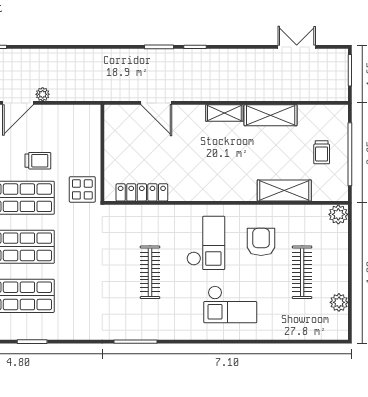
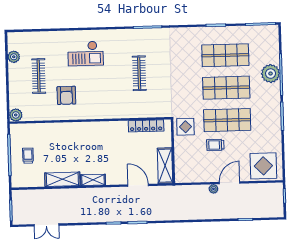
shelving: (284, 190) -> (165, 166), moved, turned 90
checkout: (206, 243) -> (103, 94), removed
checkout: (230, 304) -> (86, 54), turned 180

